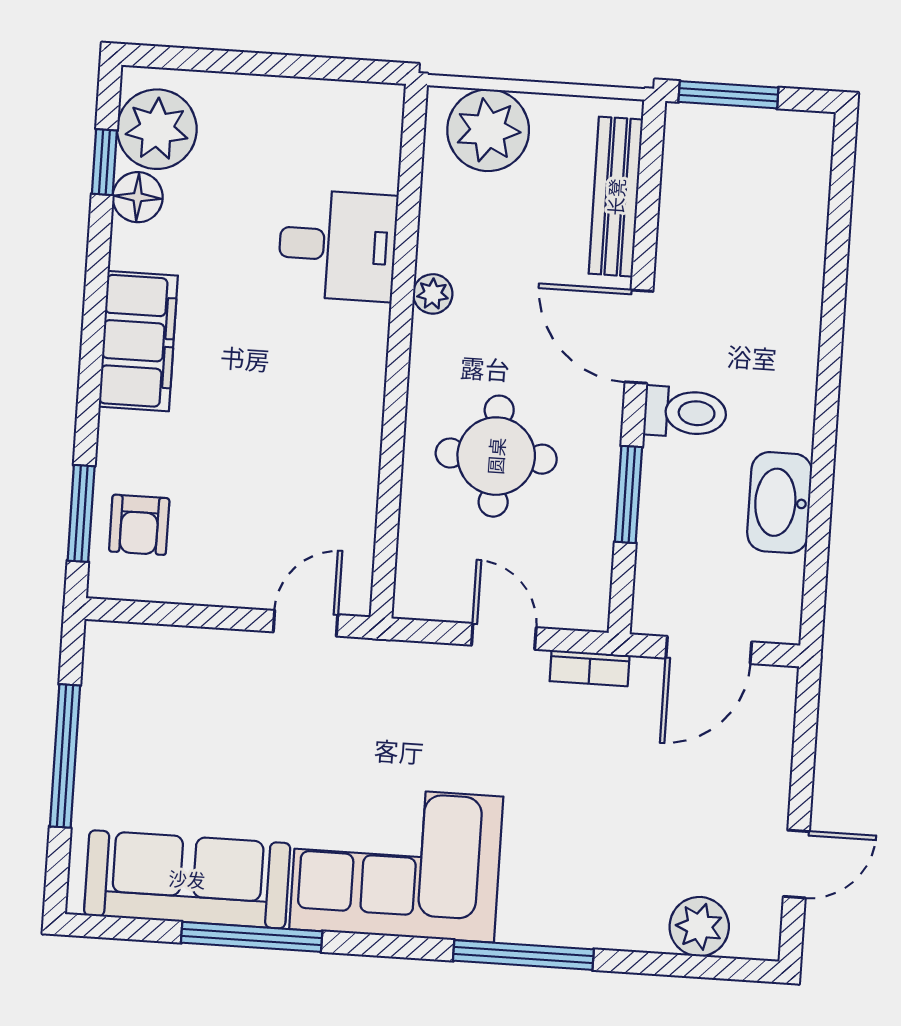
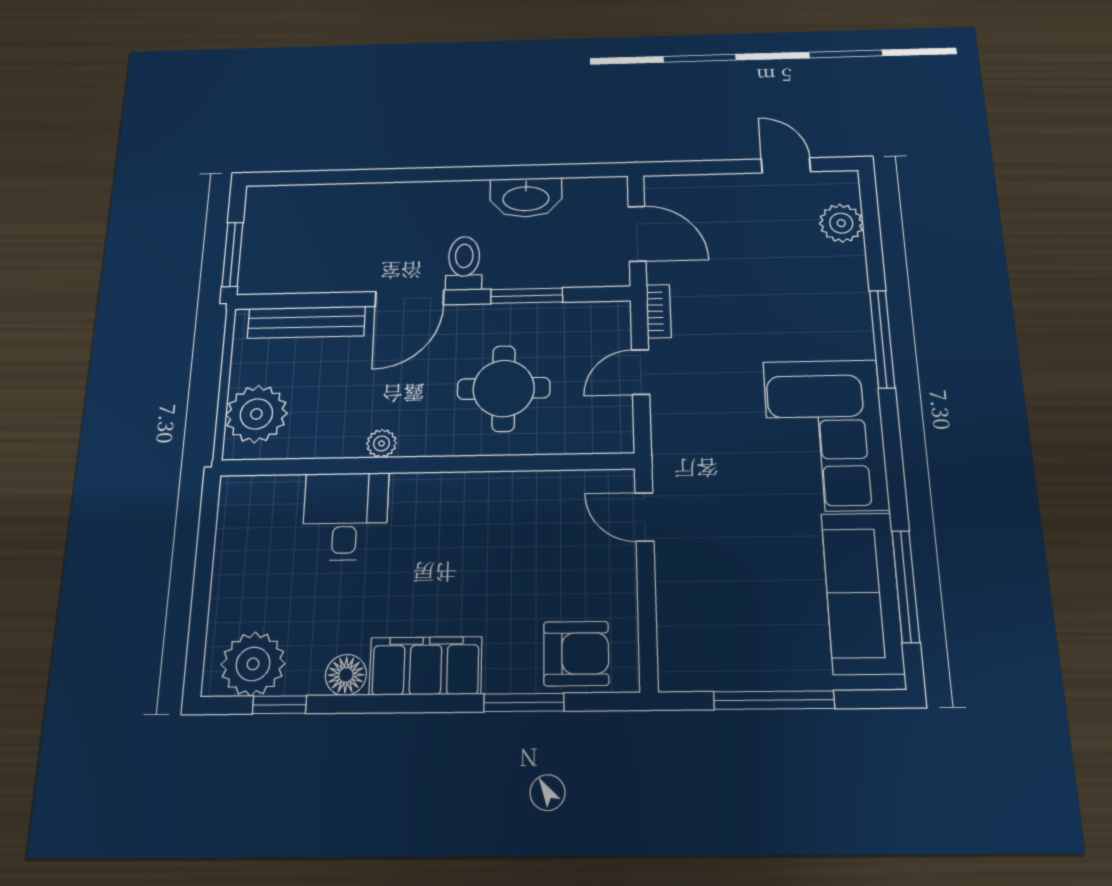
floor lamp: (138, 197) -> (346, 675), moved
window: (81, 513) -> (524, 702), moved
armchair: (139, 525) -> (576, 653), width x1.38, depth x1.38
window: (252, 937) -> (906, 586), moved

